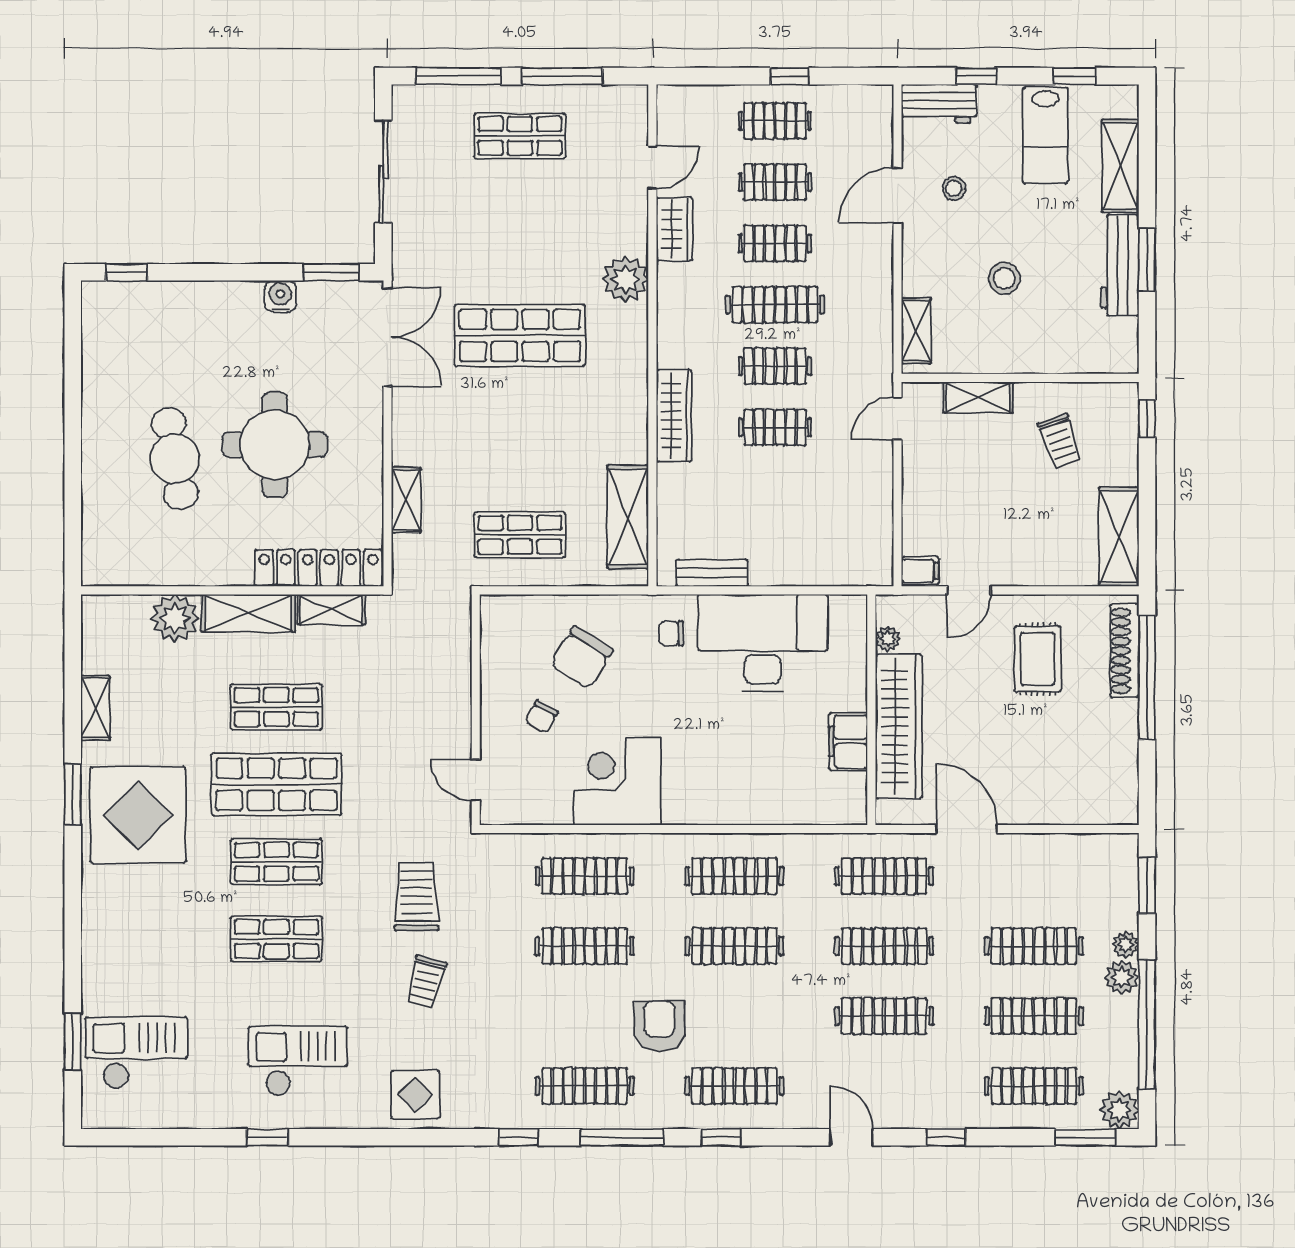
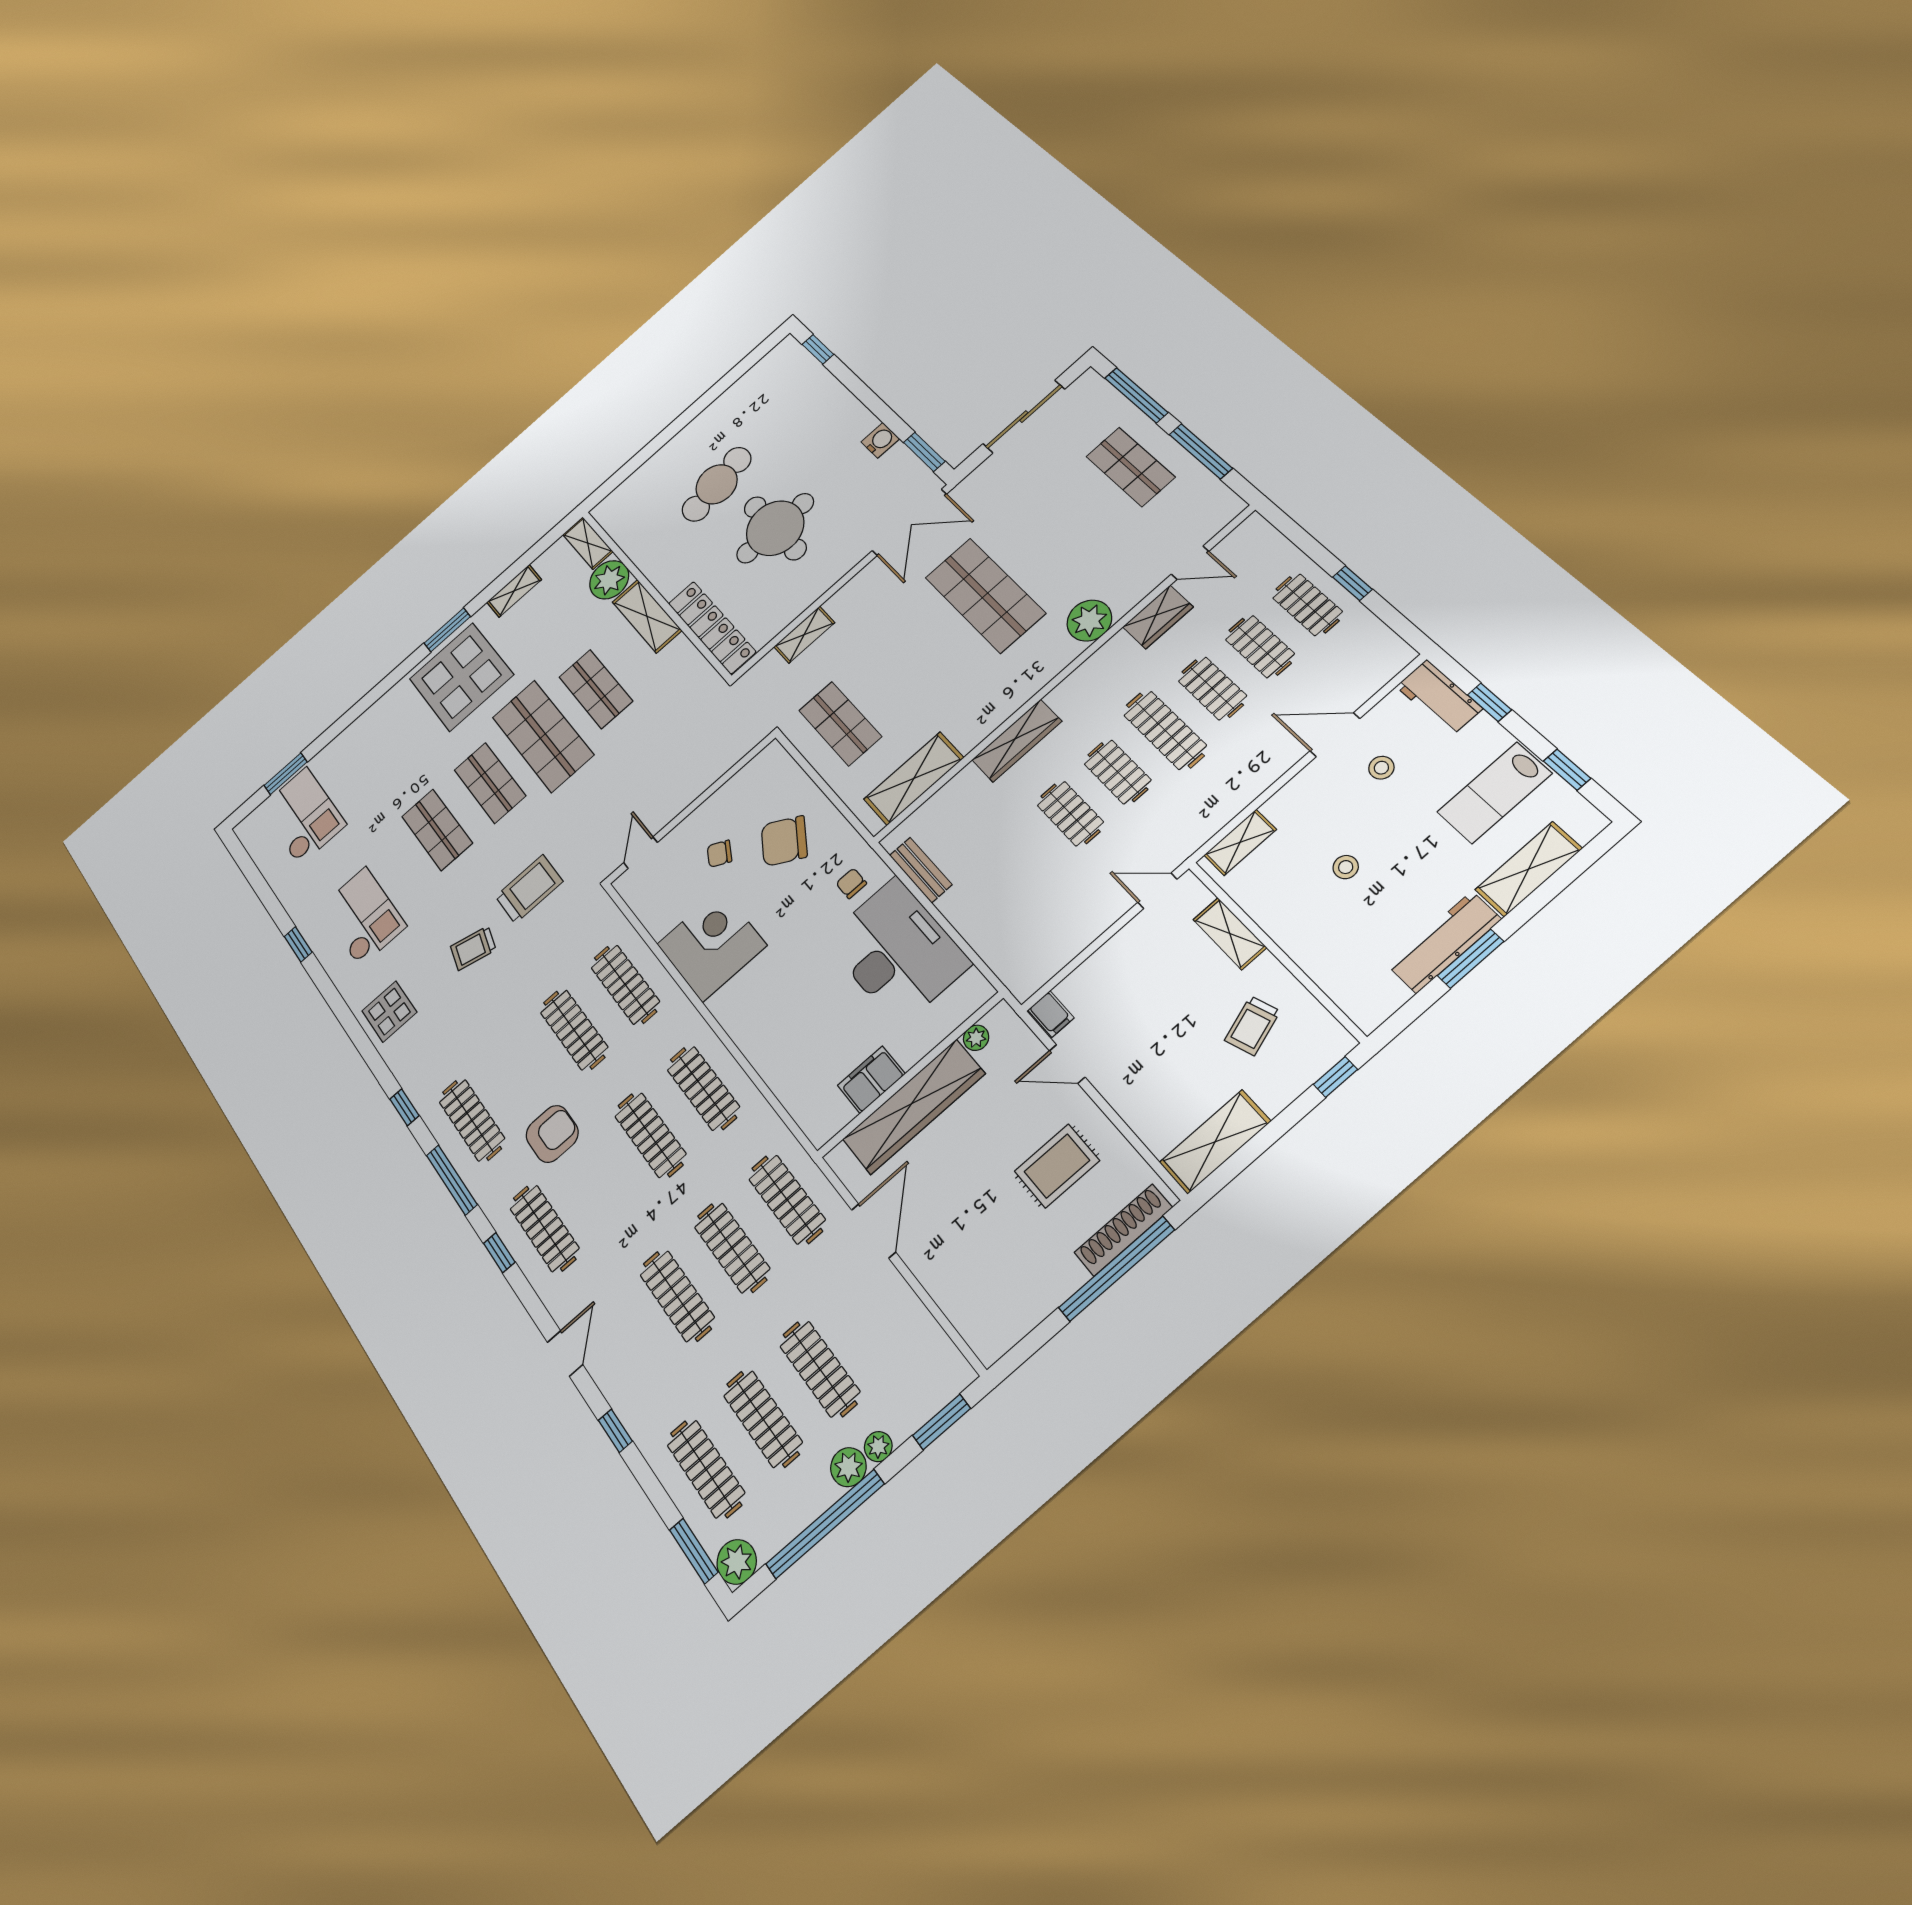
stool: (1004, 278) -> (1346, 867), width x0.73, depth x0.73
shelving: (331, 609) -> (588, 543), moved

